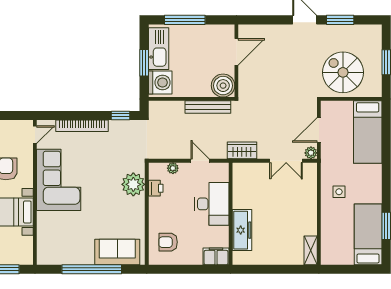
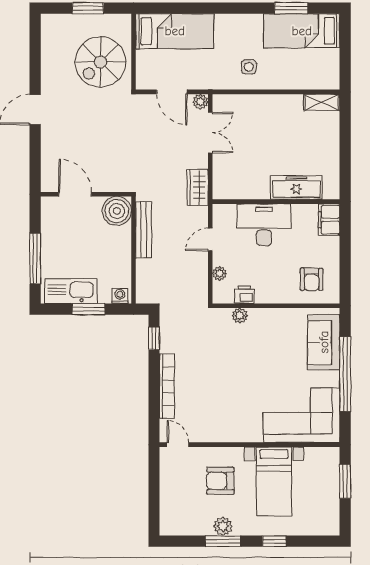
window: (340, 20) -> (35, 65), removed
washing machine: (160, 83) -> (120, 296), width x0.53, depth x0.53
corner sofa: (59, 180) -> (301, 415), moved
plant: (133, 184) -> (240, 316), width x0.53, depth x0.53

